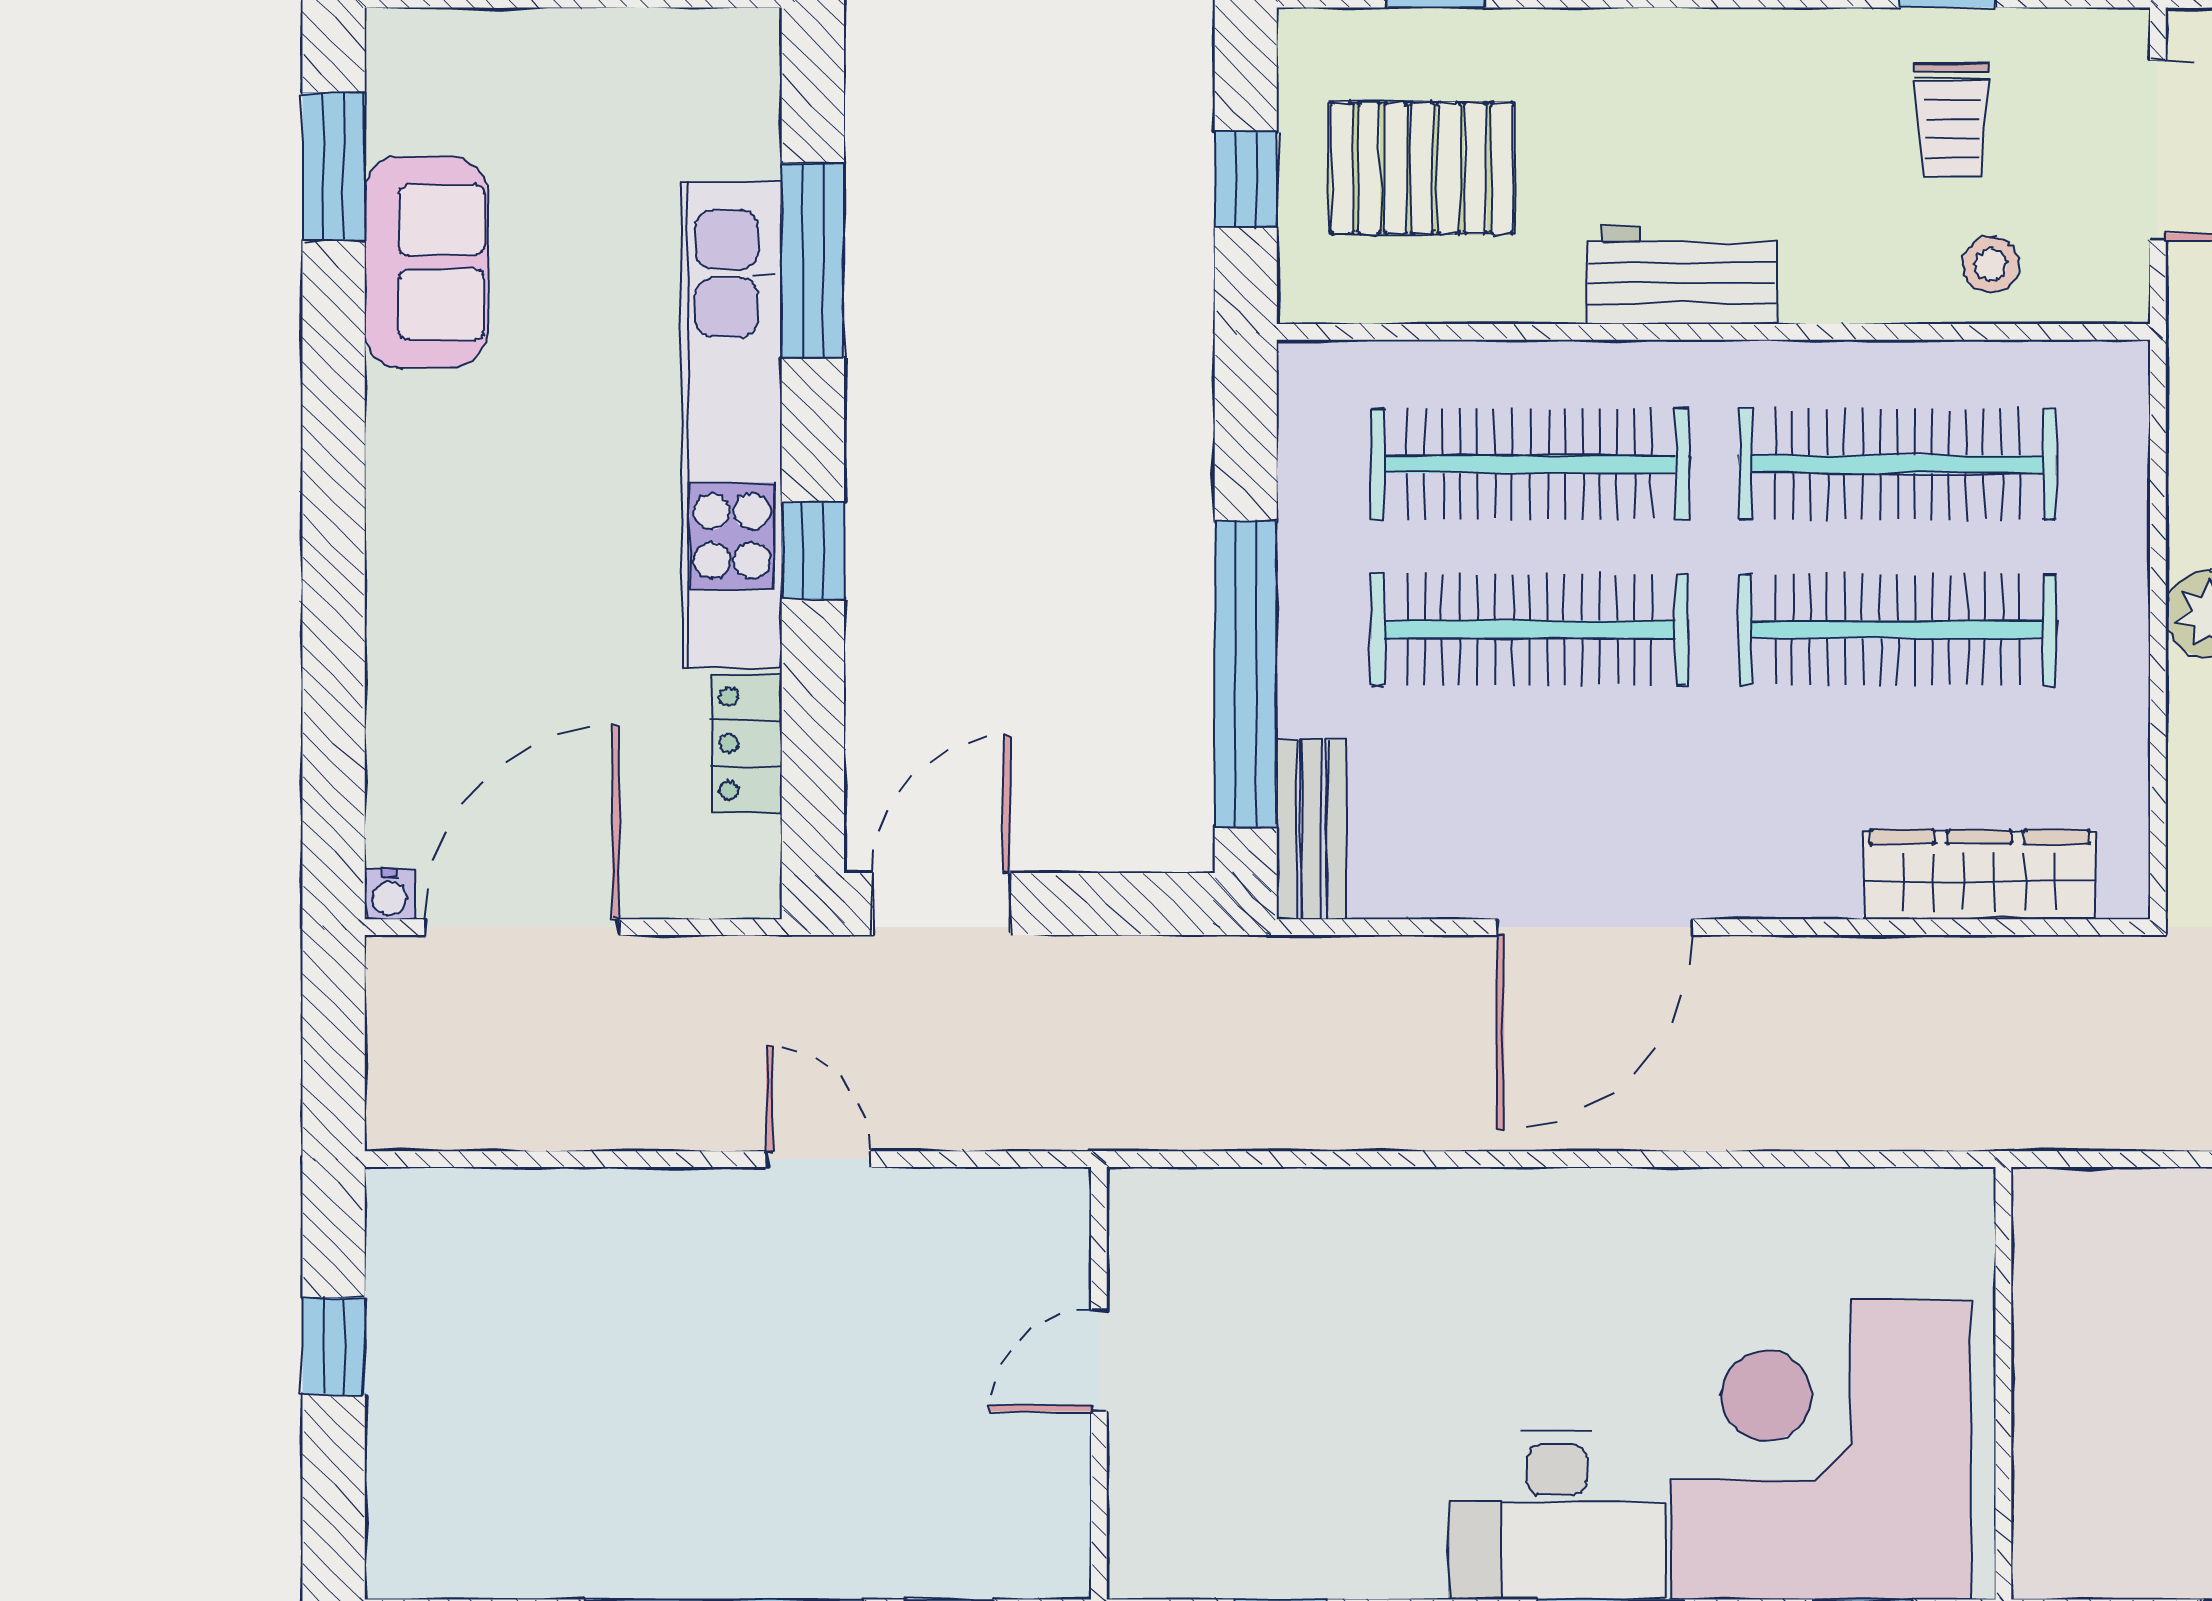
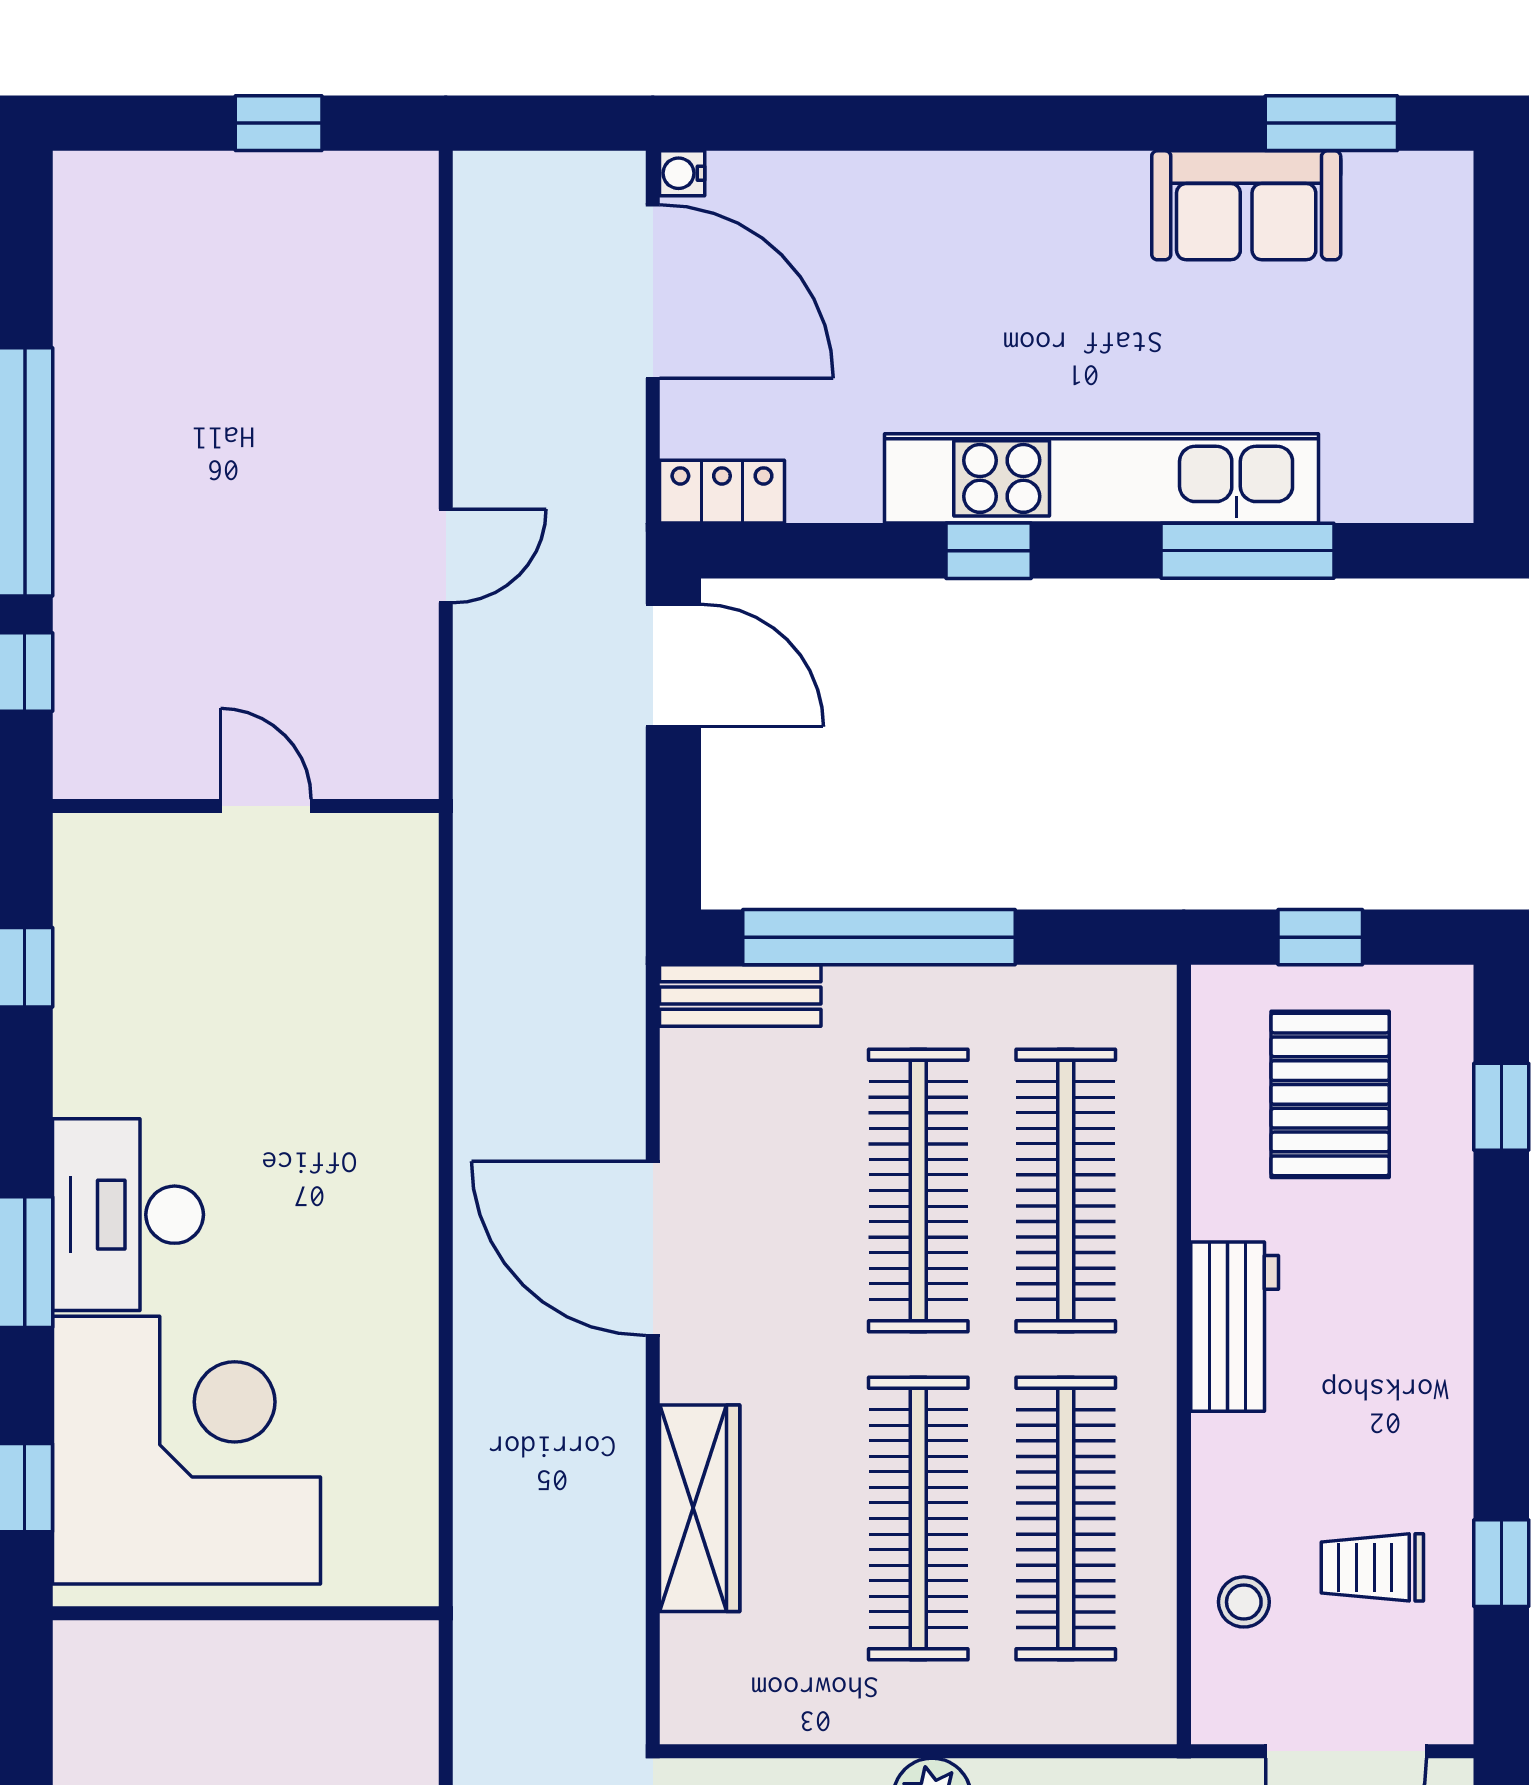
locker: (747, 743) -> (722, 492), moved
wardrobe: (1979, 875) -> (700, 1508), moved

